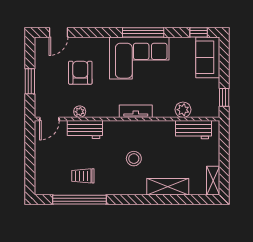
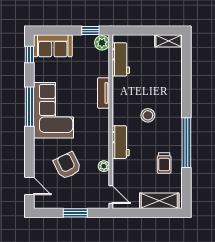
armchair: (80, 73) -> (67, 166), turned 64
plant: (183, 110) -> (102, 43), moved
tv unit: (136, 111) -> (103, 93), moved
workbench: (85, 130) -> (121, 142), moved
shelving: (168, 187) -> (159, 201), moved, turned 90
window: (80, 200) -> (186, 143), moved

